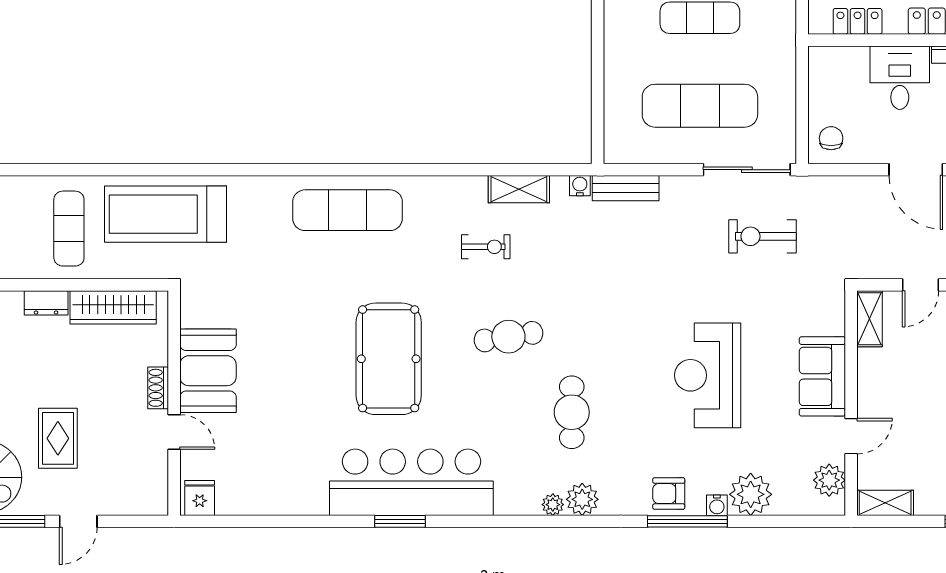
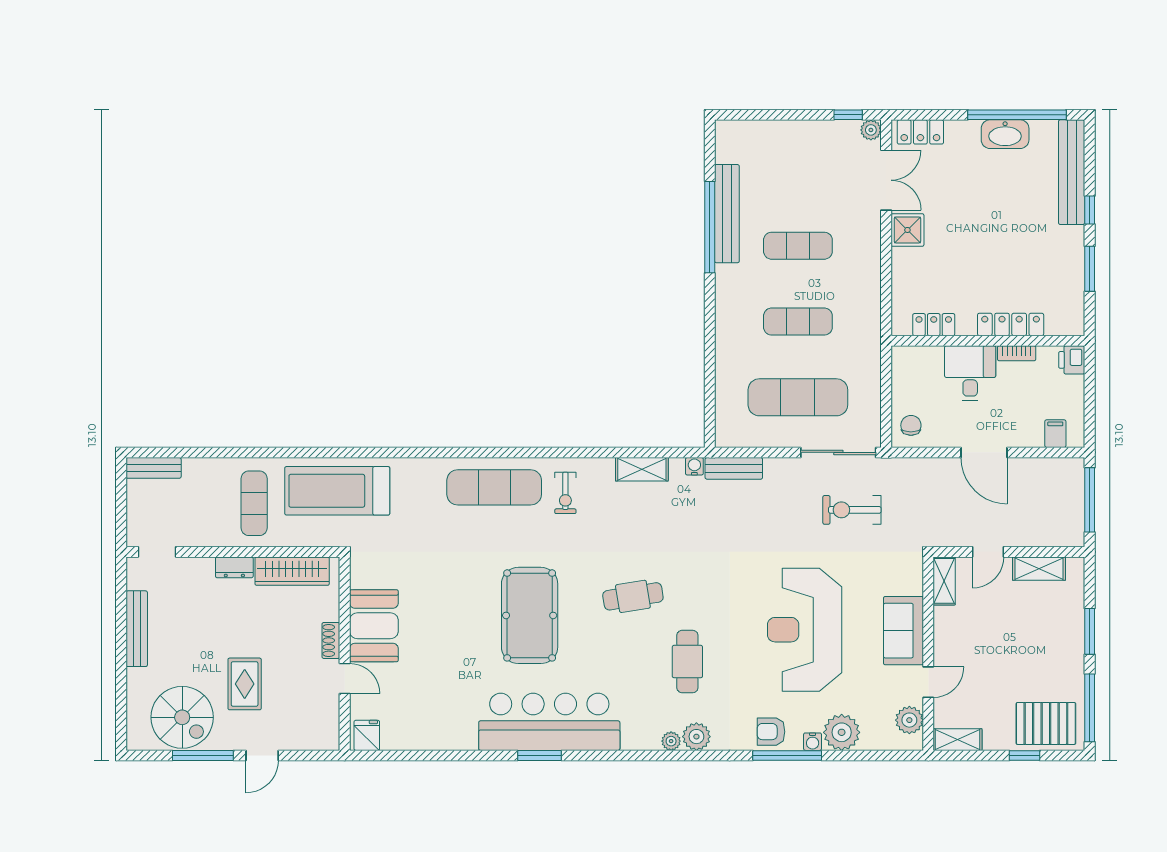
exercise bike: (486, 247) -> (565, 493), moved, turned 90
reception desk: (708, 375) -> (805, 630), width x1.36, depth x1.30

